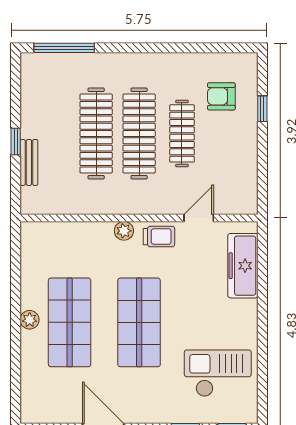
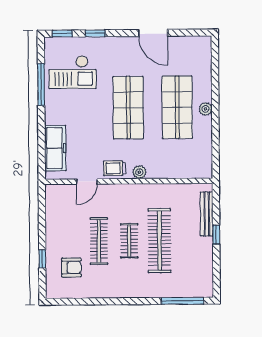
clothes rail: (139, 133) -> (129, 241), width x0.54, depth x0.76
bench: (29, 162) -> (207, 214), width x1.36
window: (262, 356) -> (41, 85), added

